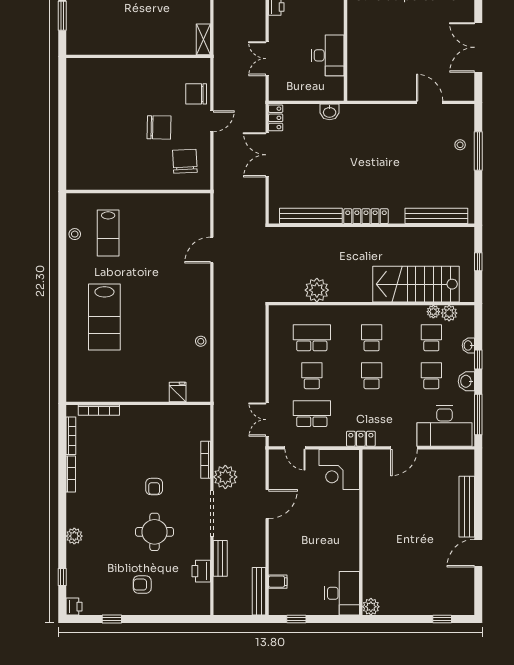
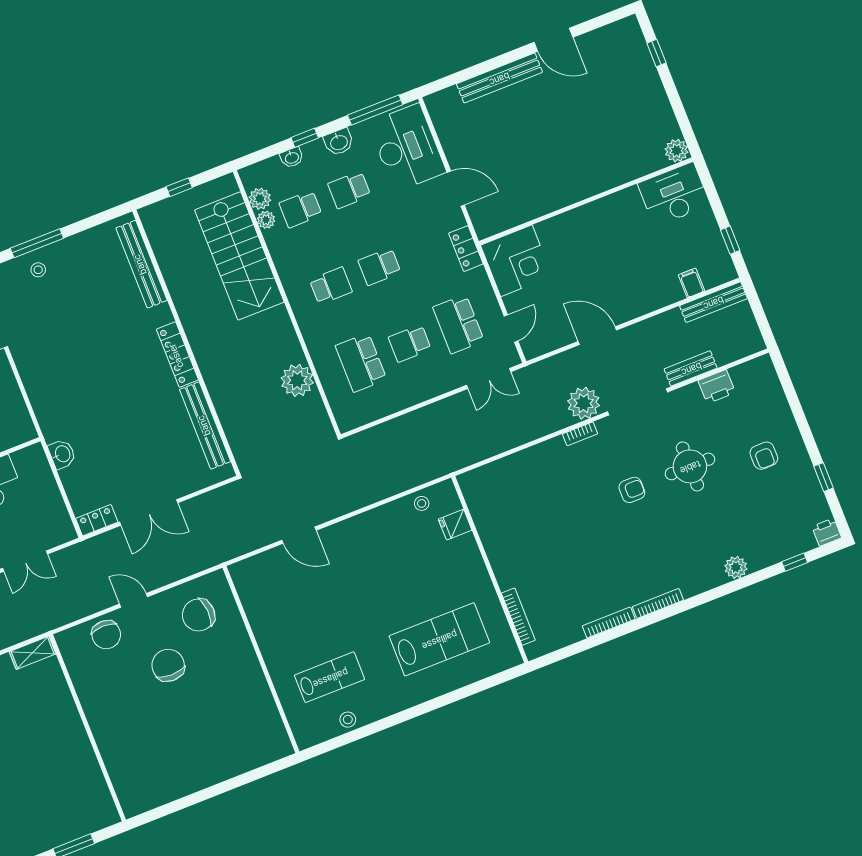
school desk: (372, 338) -> (331, 286), turned 180
fridge: (178, 392) -> (455, 525), moved
wall: (138, 403) -> (490, 569), moved
bookcase: (99, 410) -> (518, 617), moved
bookcase: (206, 460) -> (580, 434), width x0.64

